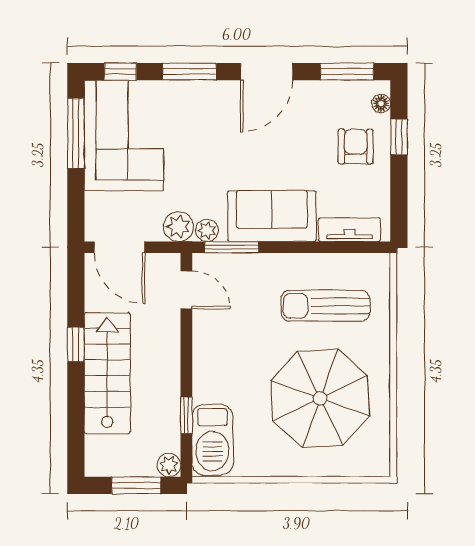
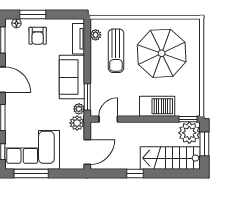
window: (399, 137) -> (33, 14), width x1.50
armchair: (356, 146) -> (38, 36), turned -90
plant: (357, 264) -> (96, 35), added
stairs: (107, 373) -> (170, 158), moved
window: (186, 415) -> (188, 119), moved
barbecue: (212, 440) -> (157, 106), moved
plant: (169, 465) -> (189, 133), width x1.88, depth x1.88

